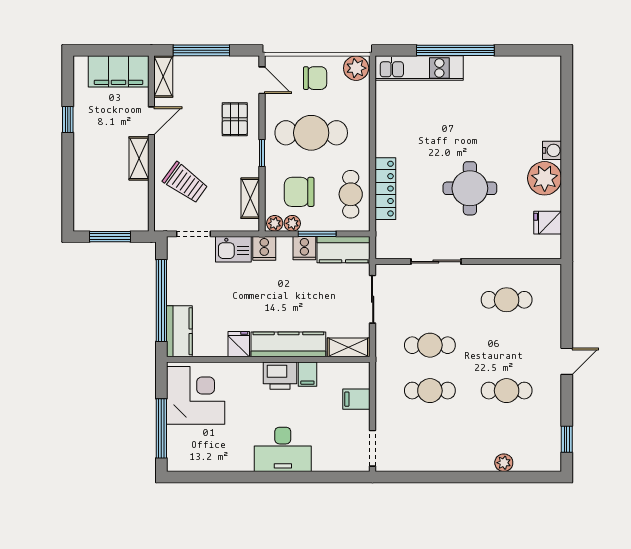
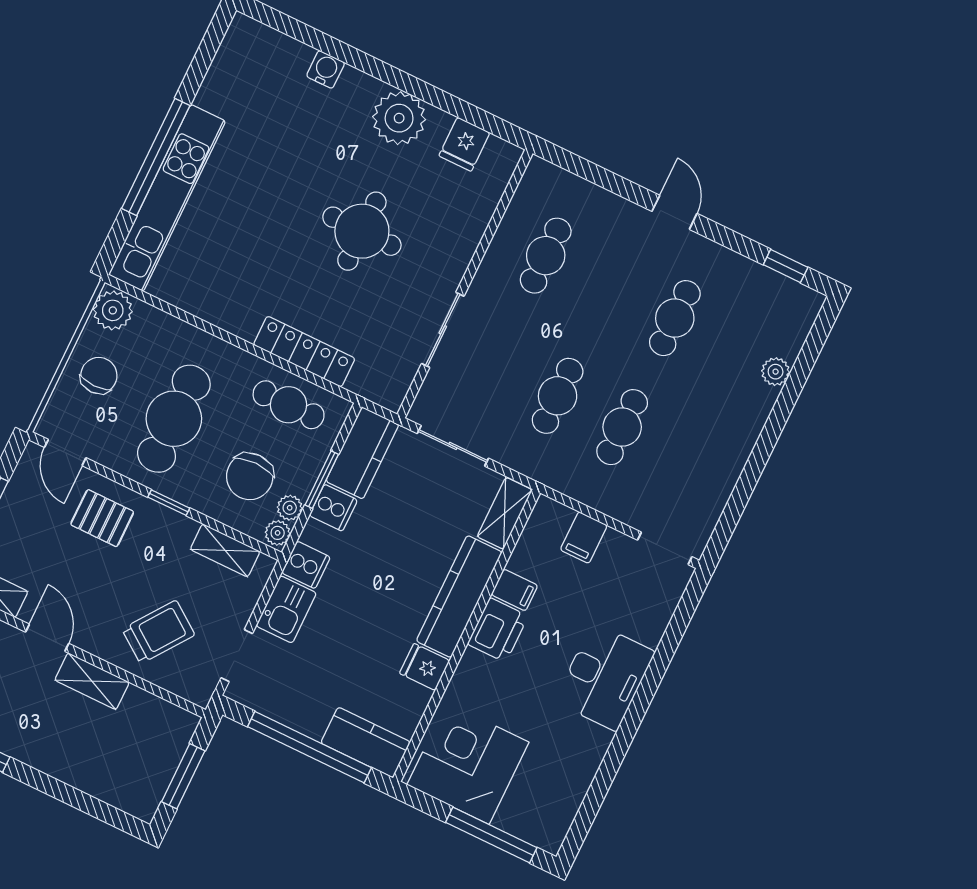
kitchen unit: (419, 68) -> (167, 198), width x1.36
door: (262, 80) -> (65, 453), swing flipped
water cooler: (552, 150) -> (326, 69), moved

